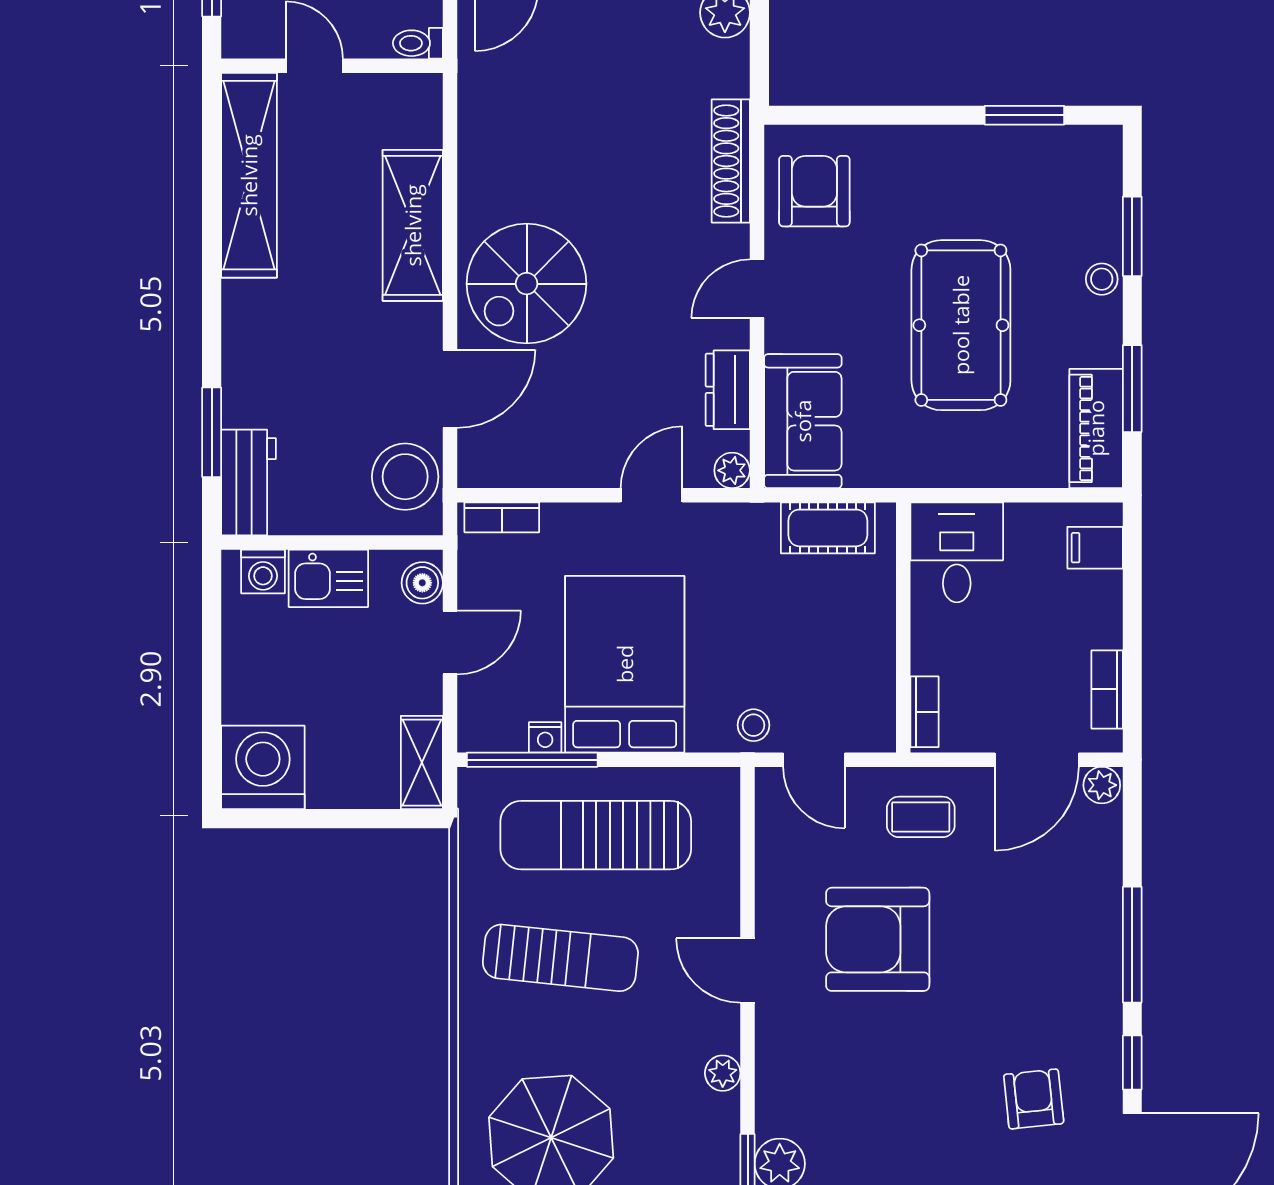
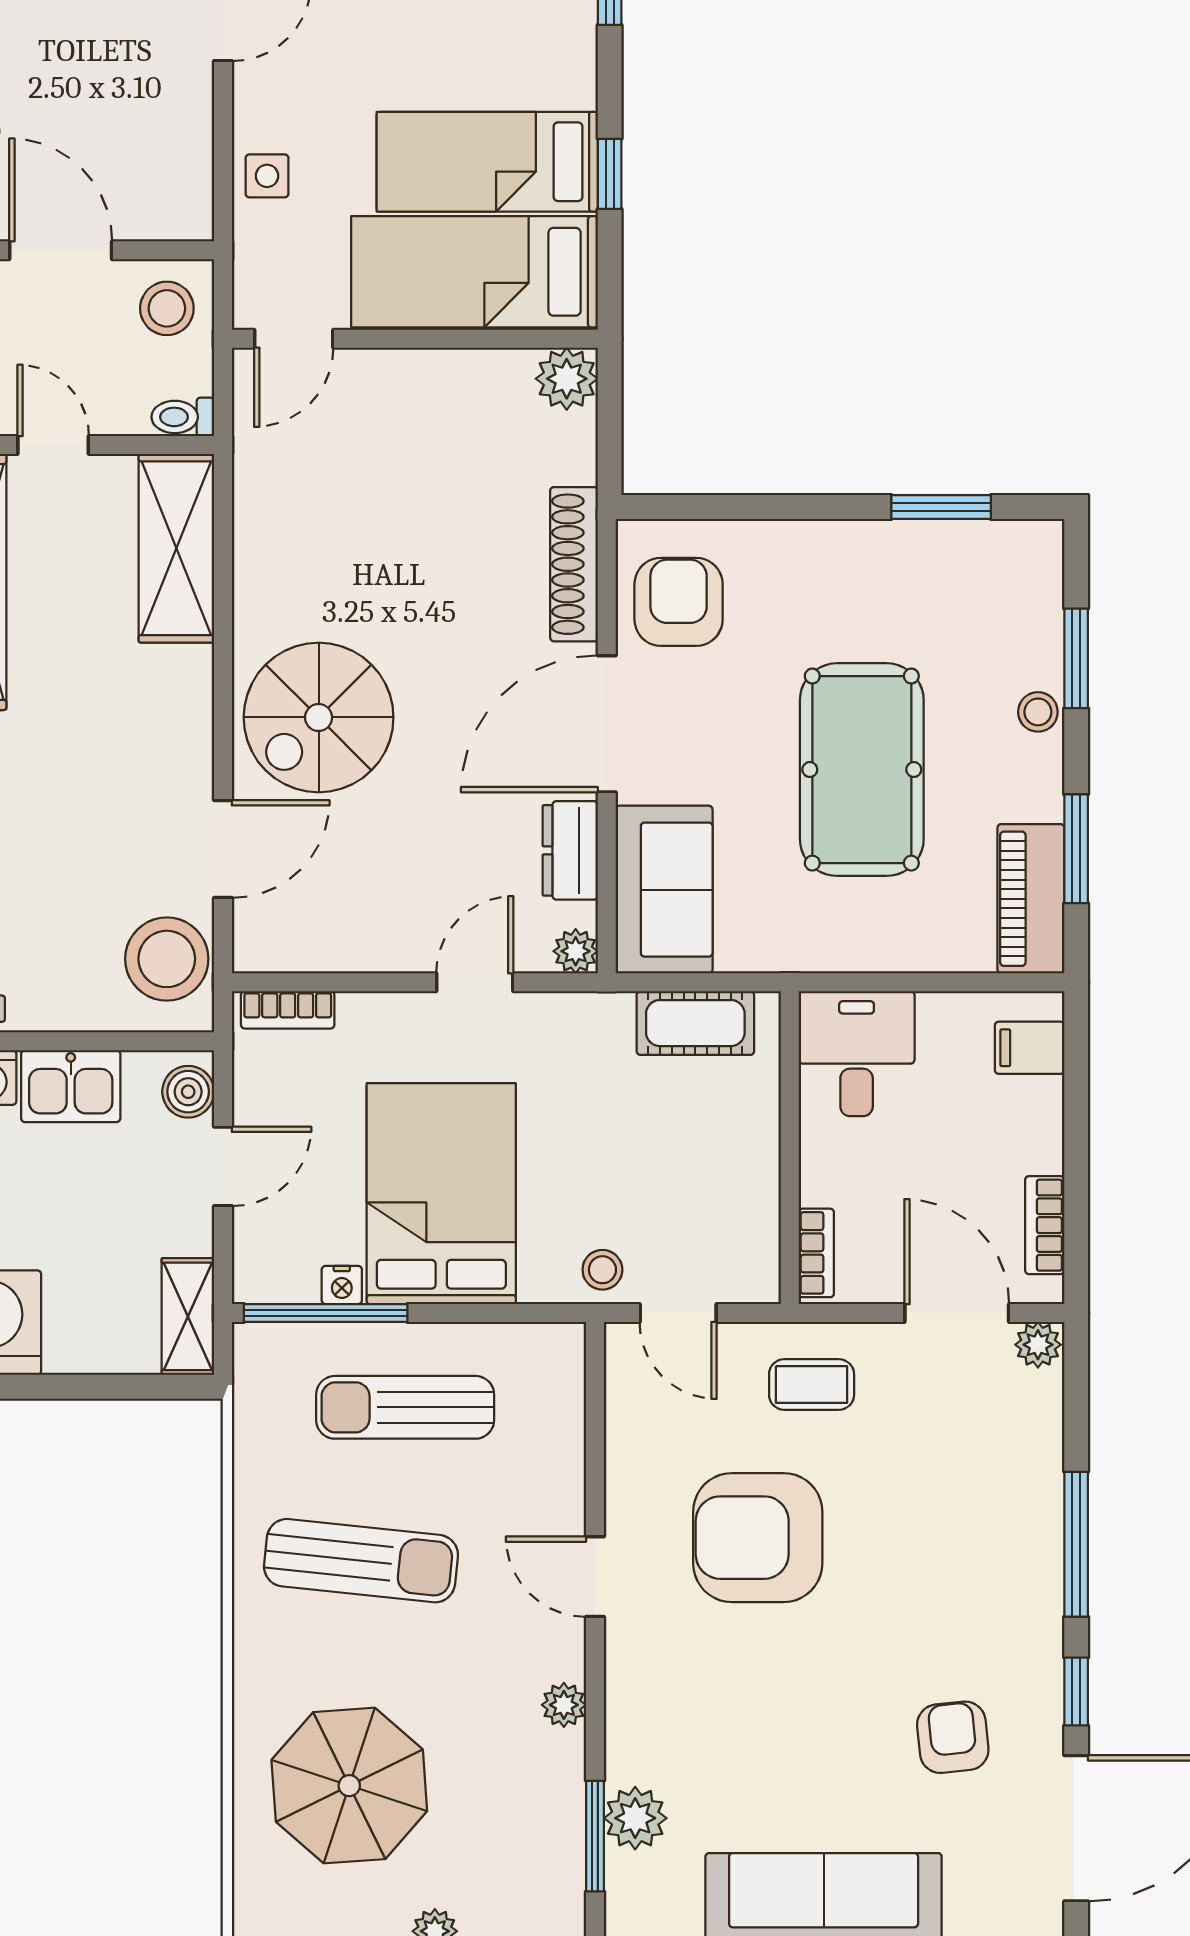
shelving: (413, 225) -> (176, 548), moved
door: (757, 289) -> (607, 724), width x1.87
door: (1037, 760) -> (957, 1313), swing flipped
sun lounger: (596, 835) -> (405, 1407), width x0.73, depth x0.75

